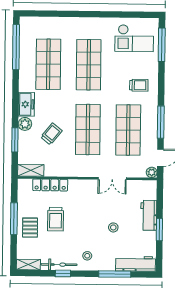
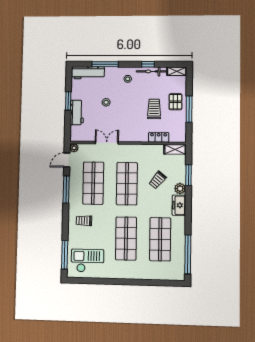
locker: (50, 185) -> (159, 137), width x0.66

